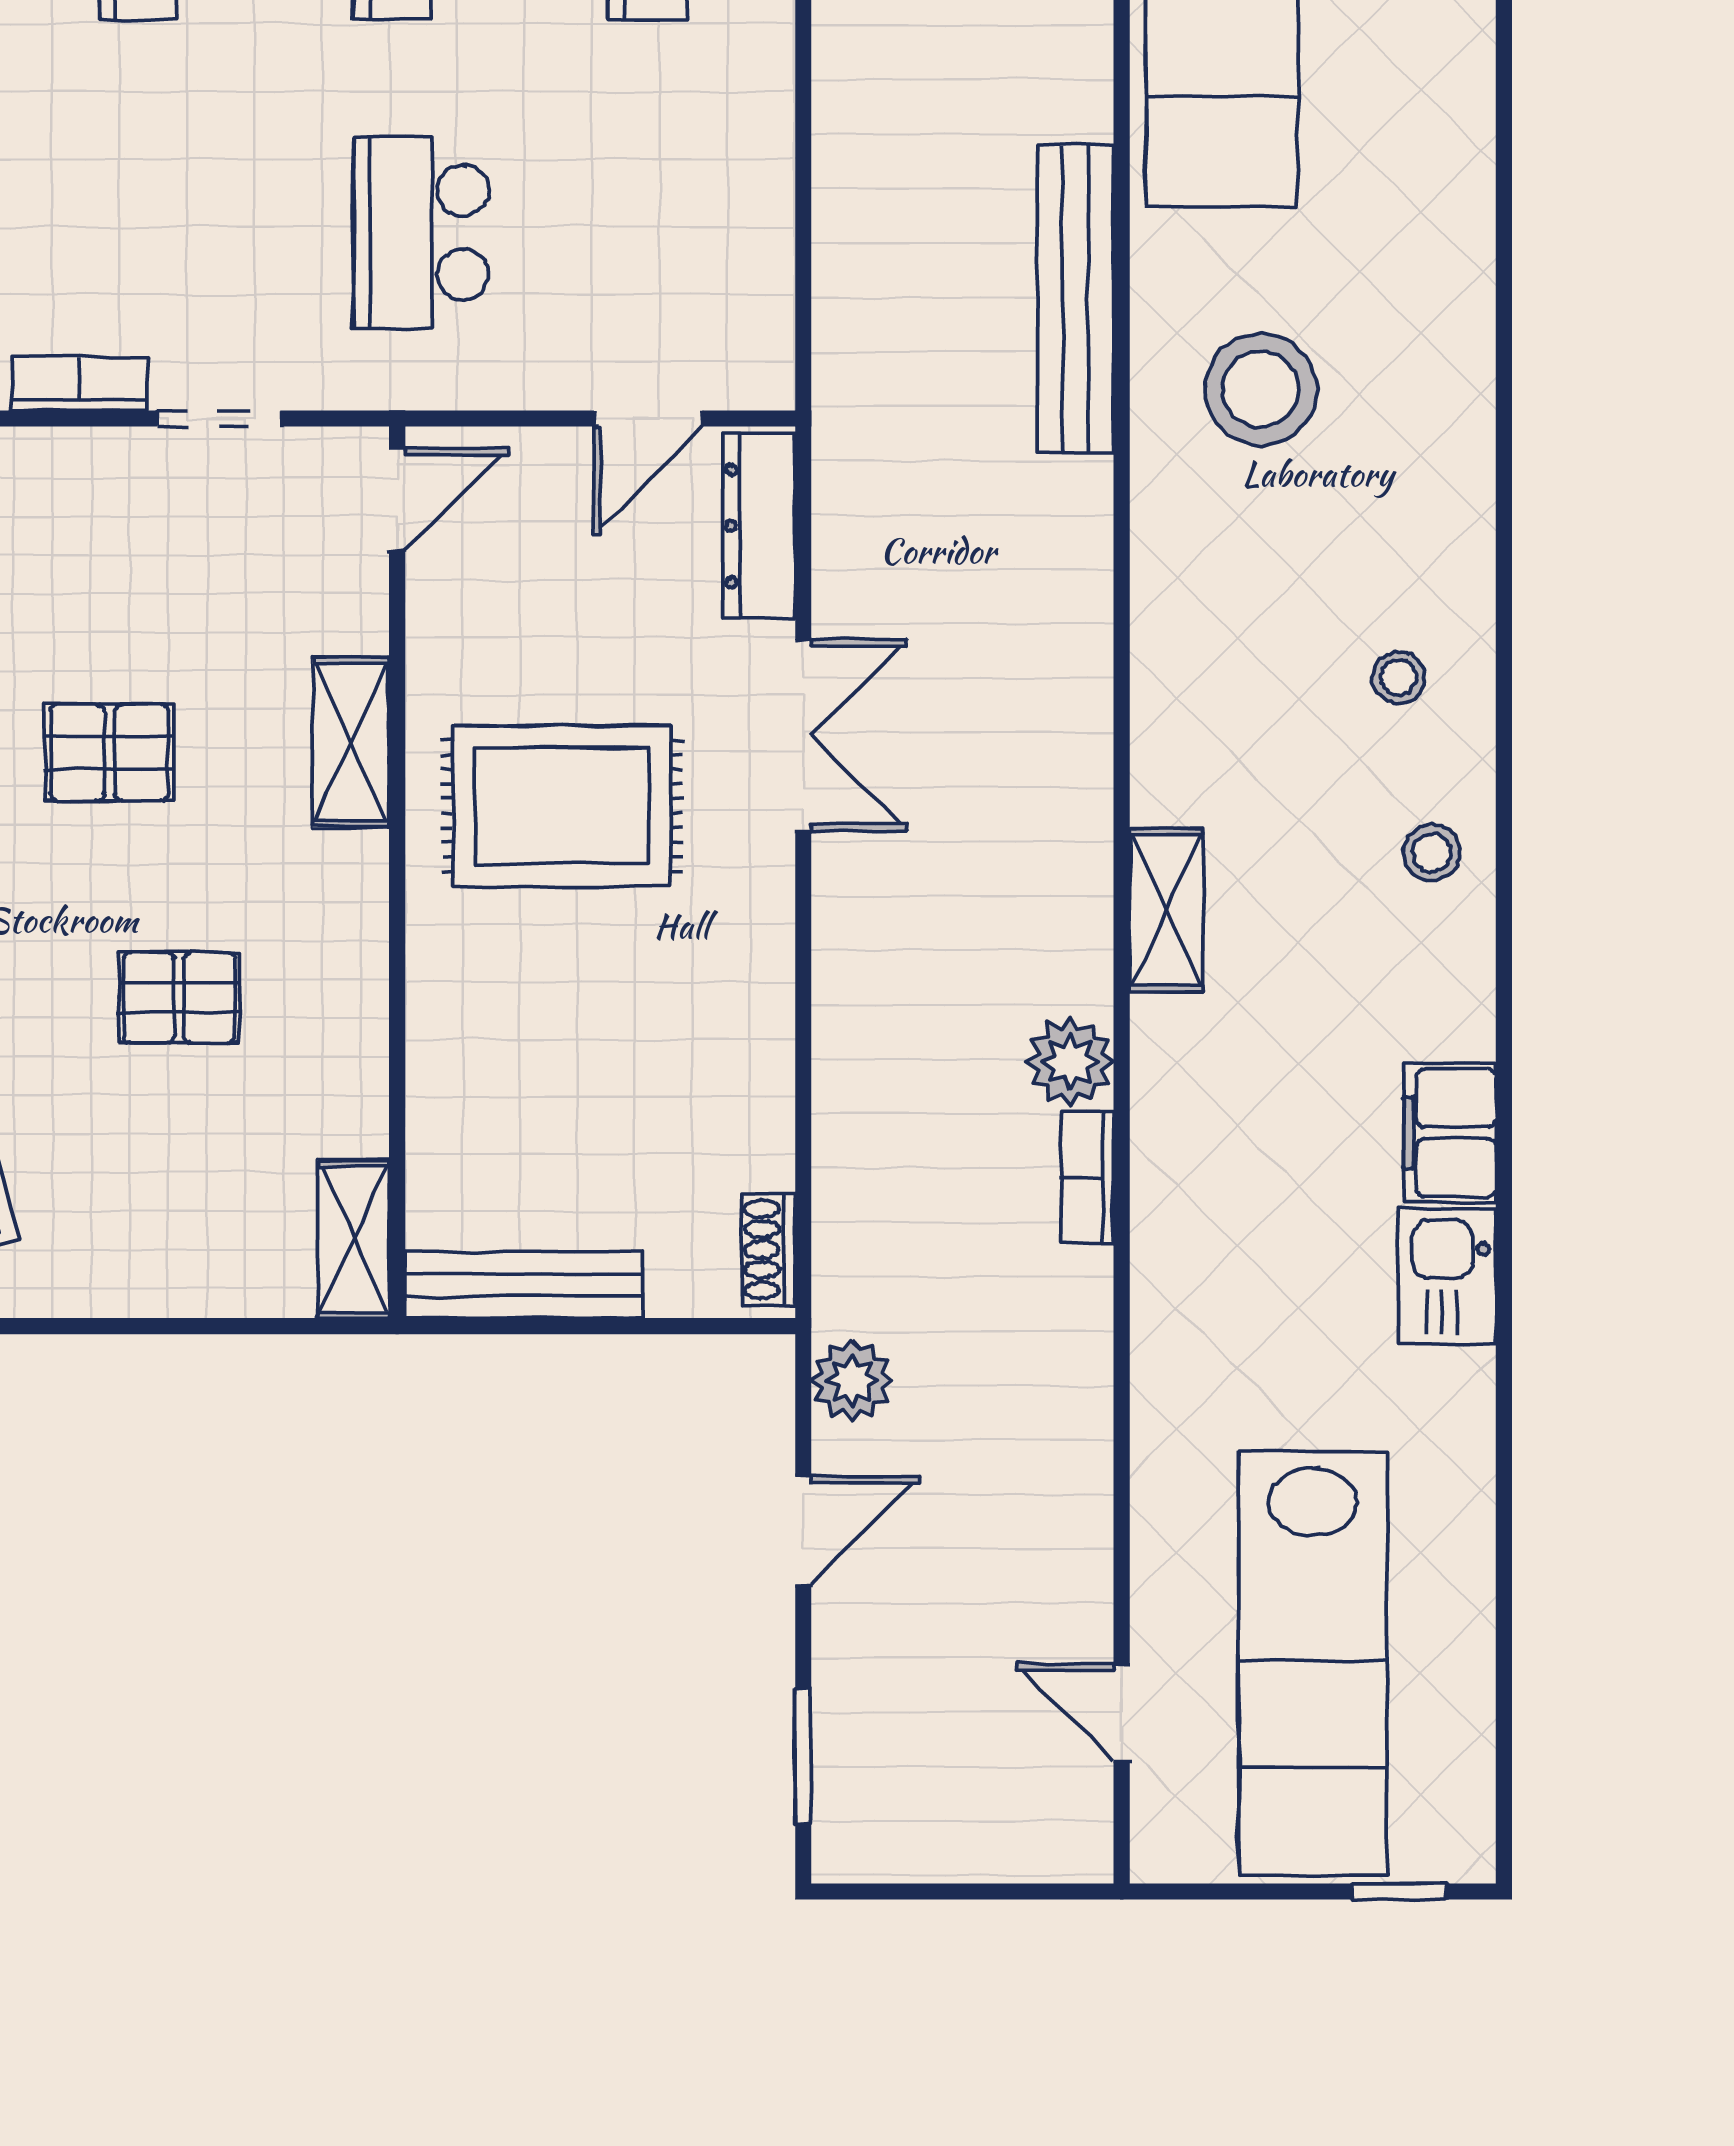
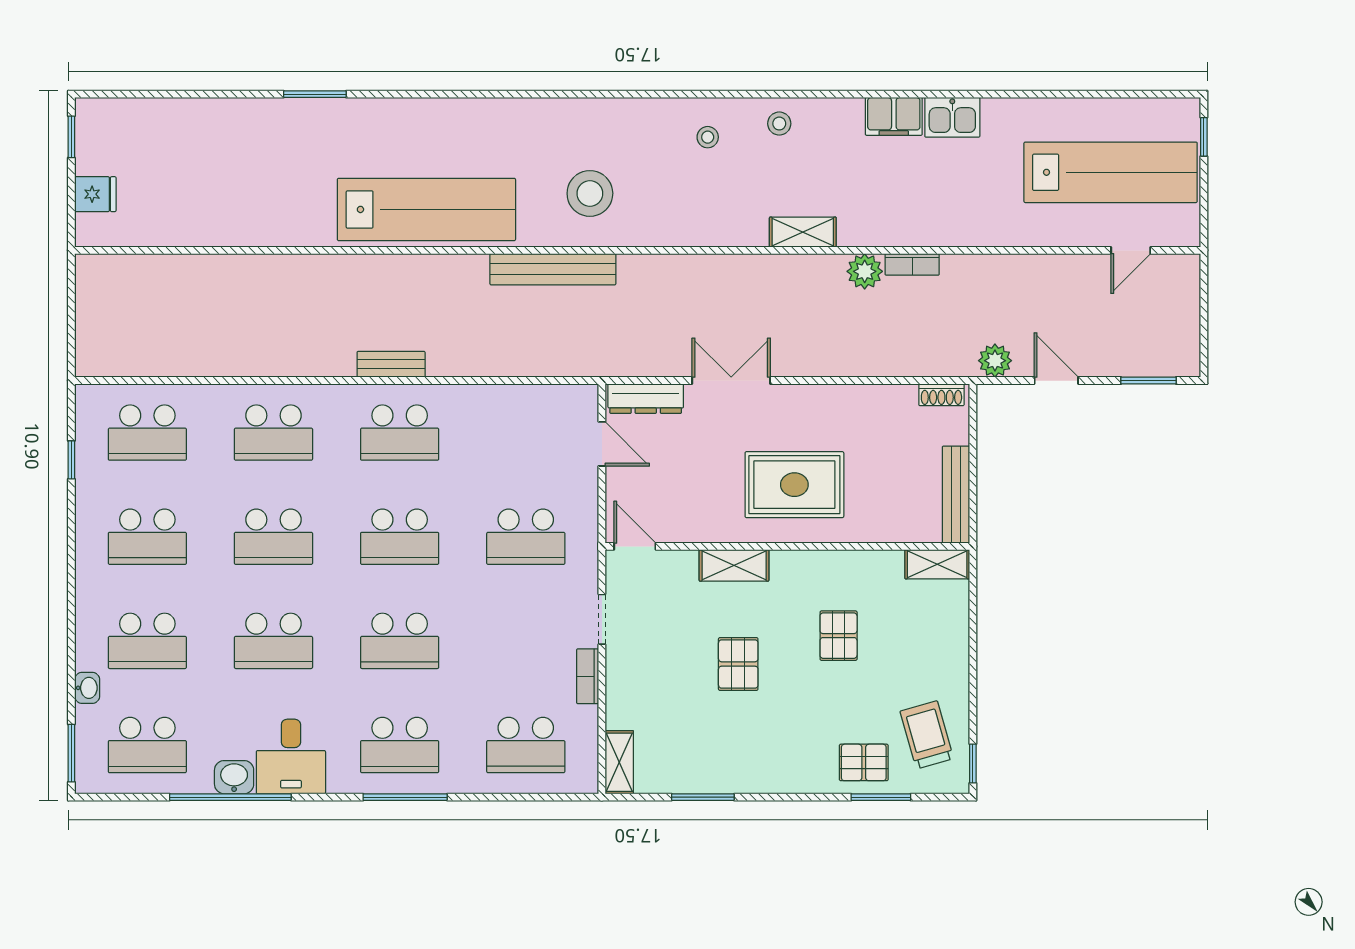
rug: (562, 806) -> (794, 485), moved, turned 90

